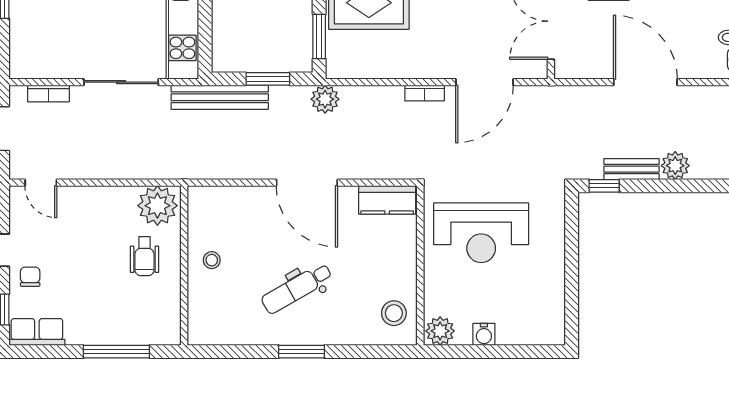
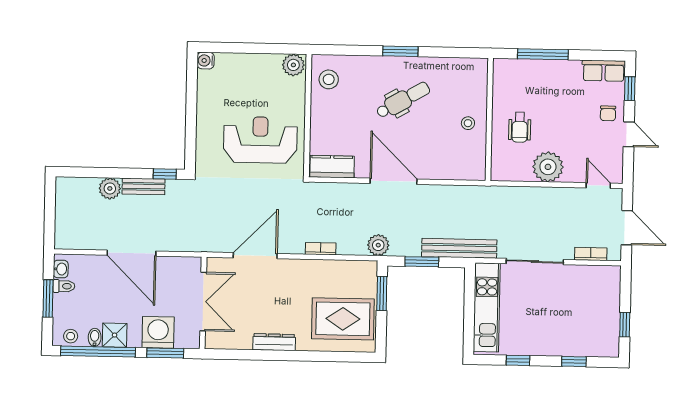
bookcase: (425, 93) -> (321, 249), moved
plant: (157, 206) -> (548, 167), moved
wheelchair: (144, 256) -> (520, 127), turned 180
water cooler: (484, 334) -> (206, 61), moved, turned -90

